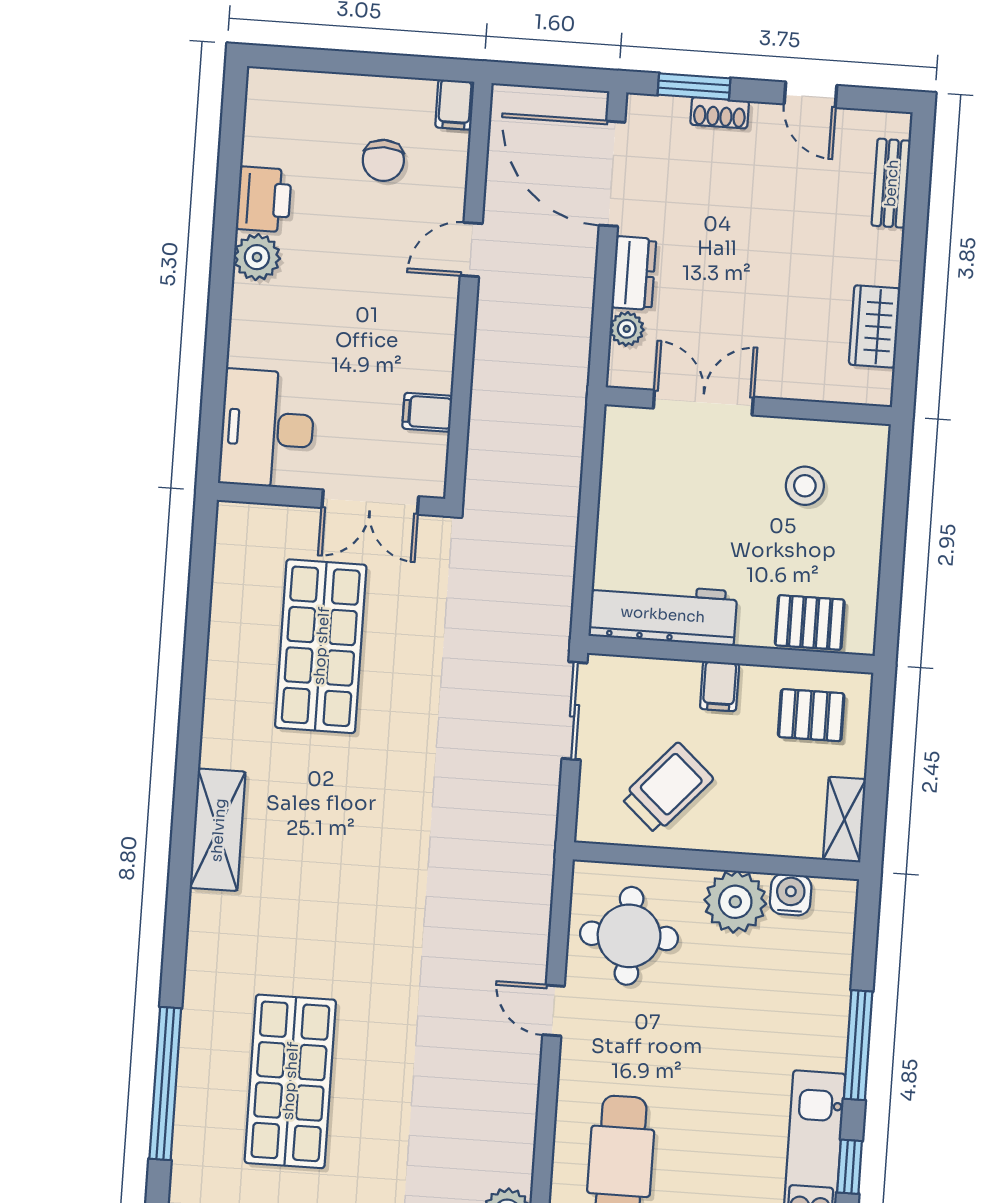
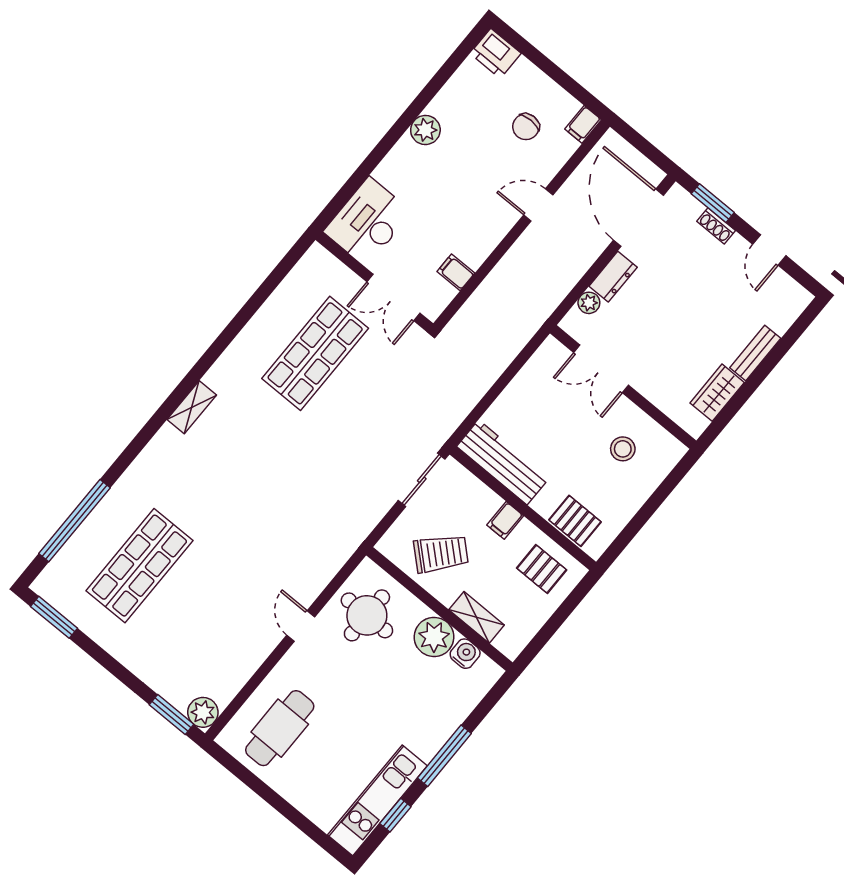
bench: (891, 183) -> (755, 353), moved
printer: (264, 199) -> (495, 53), moved, turned 90
double door: (703, 403) -> (601, 369), swing flipped
shelving: (844, 819) -> (477, 617), moved, turned 90
shelving: (218, 830) -> (192, 407), width x0.67, depth x0.75

